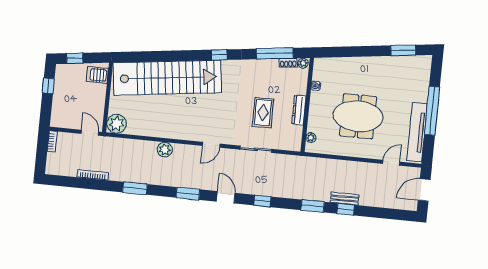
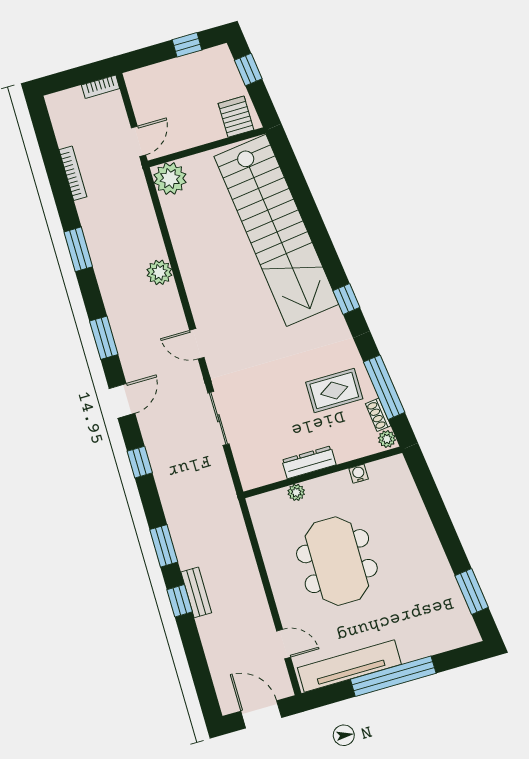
rug: (263, 113) -> (334, 391), moved
plant: (311, 138) -> (296, 492), moved

